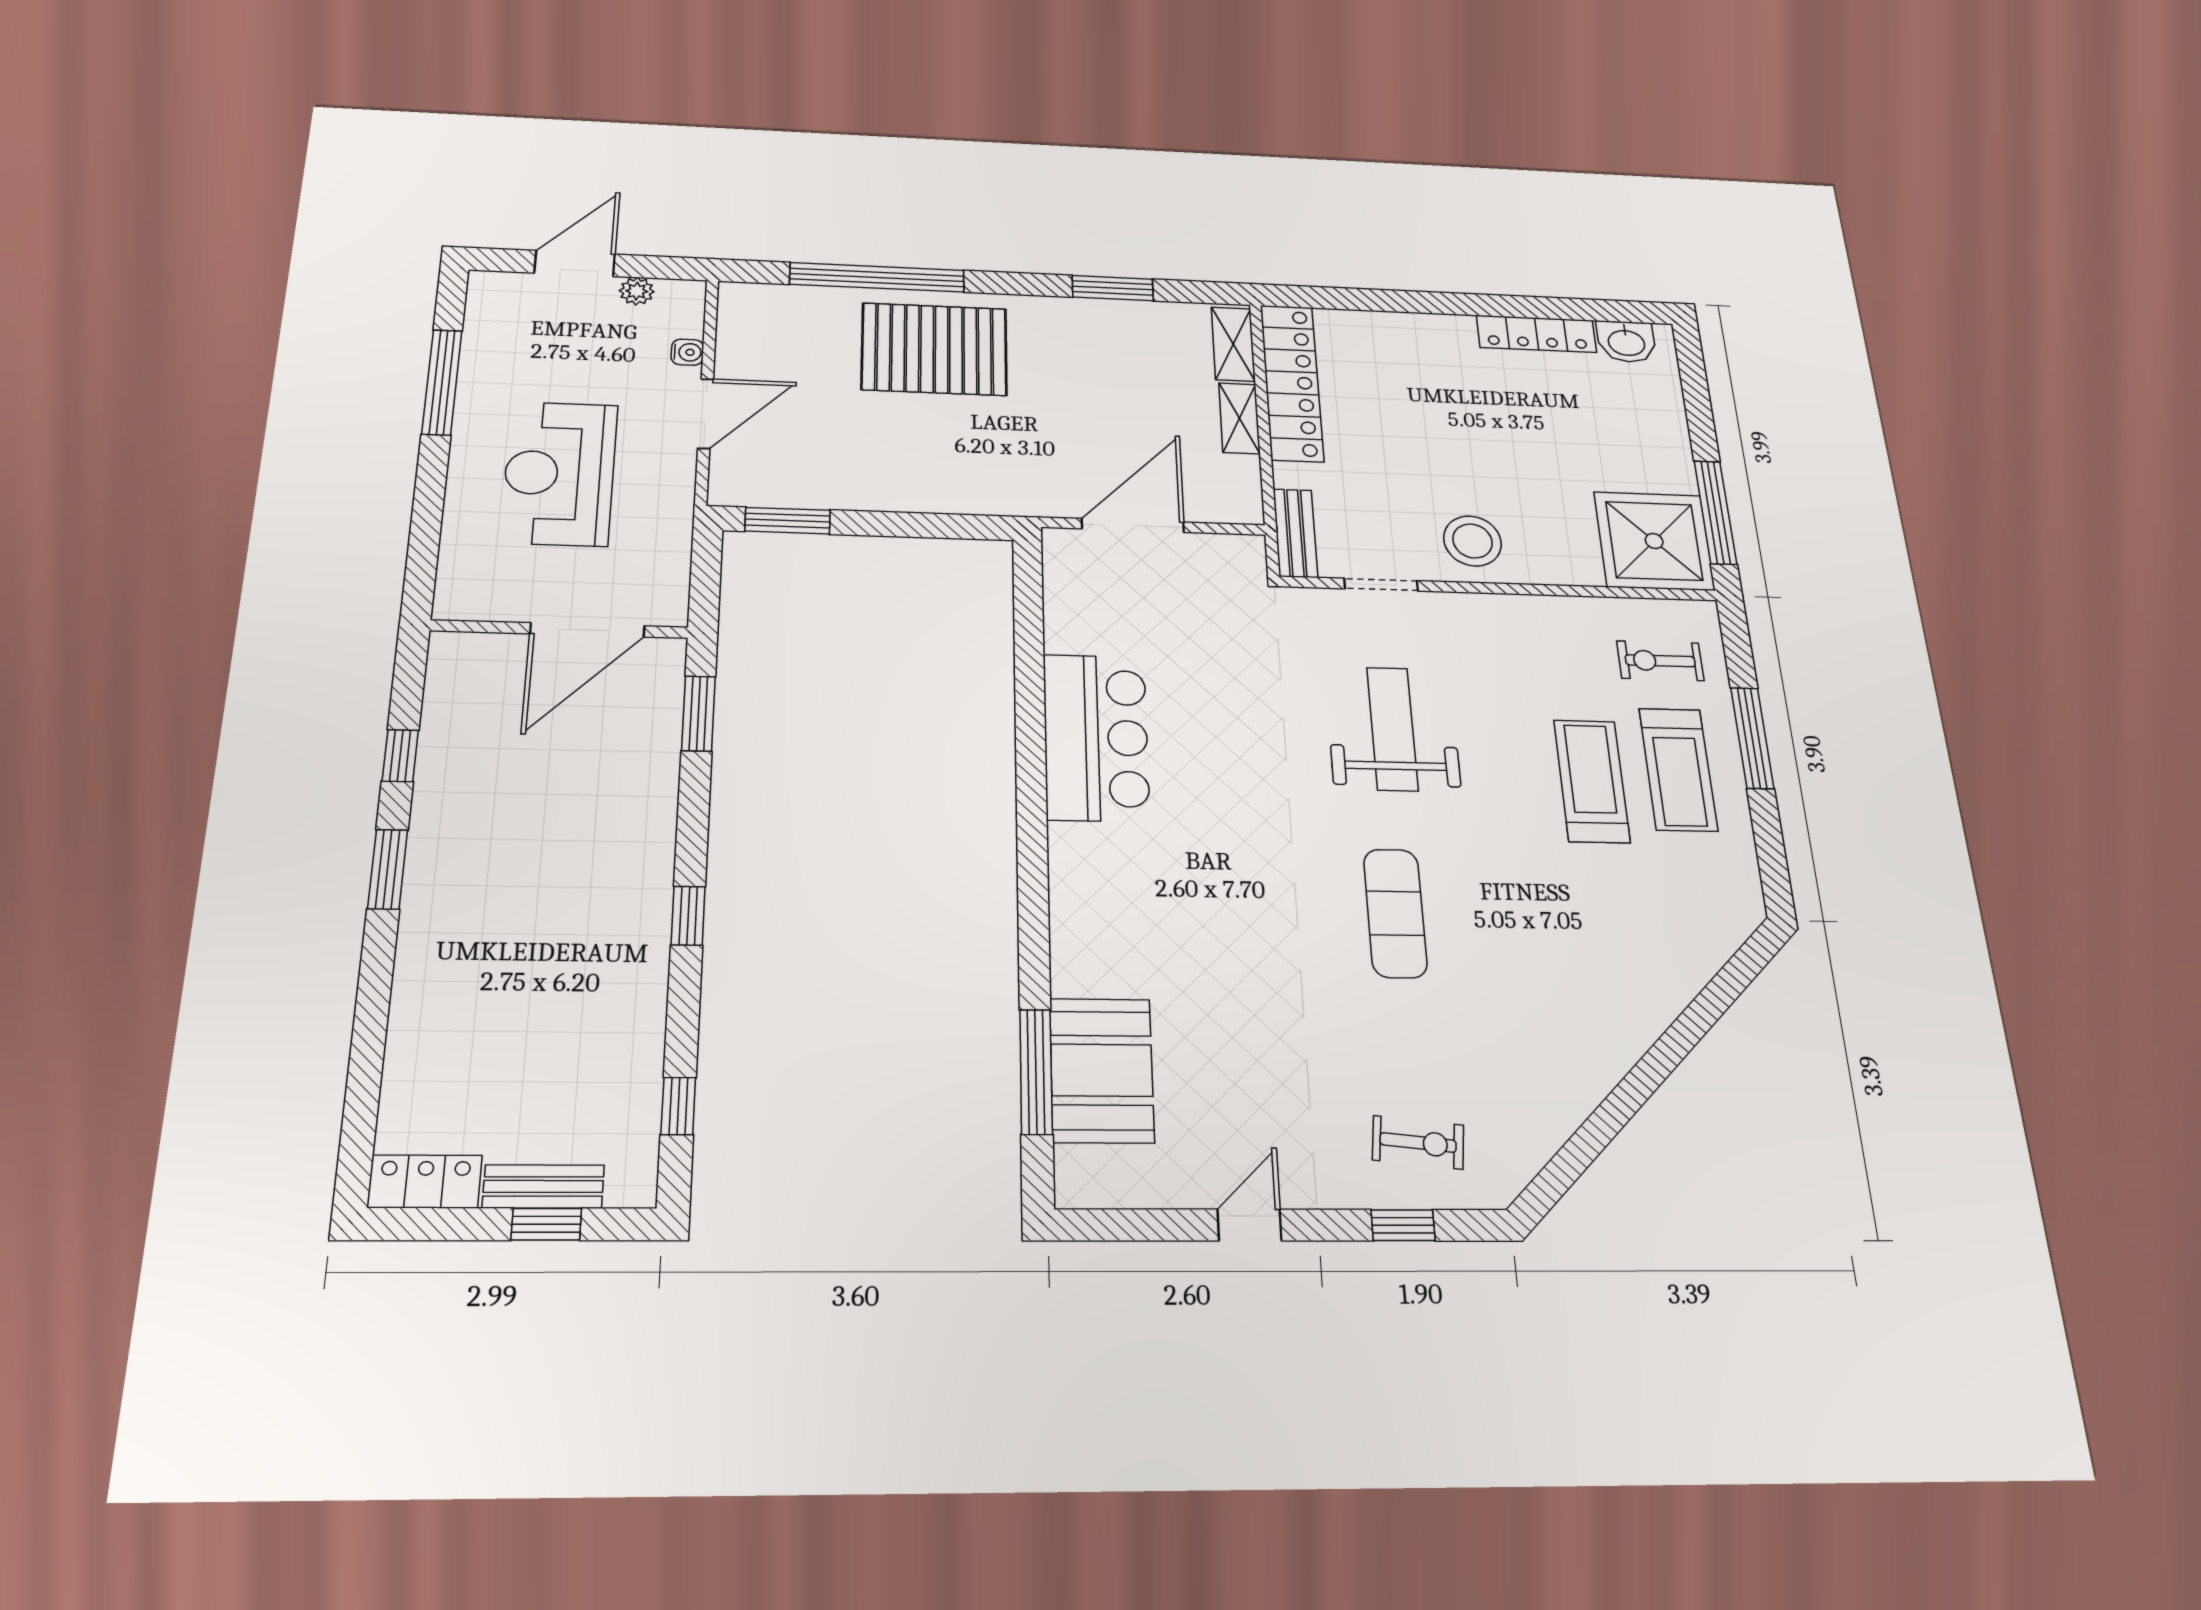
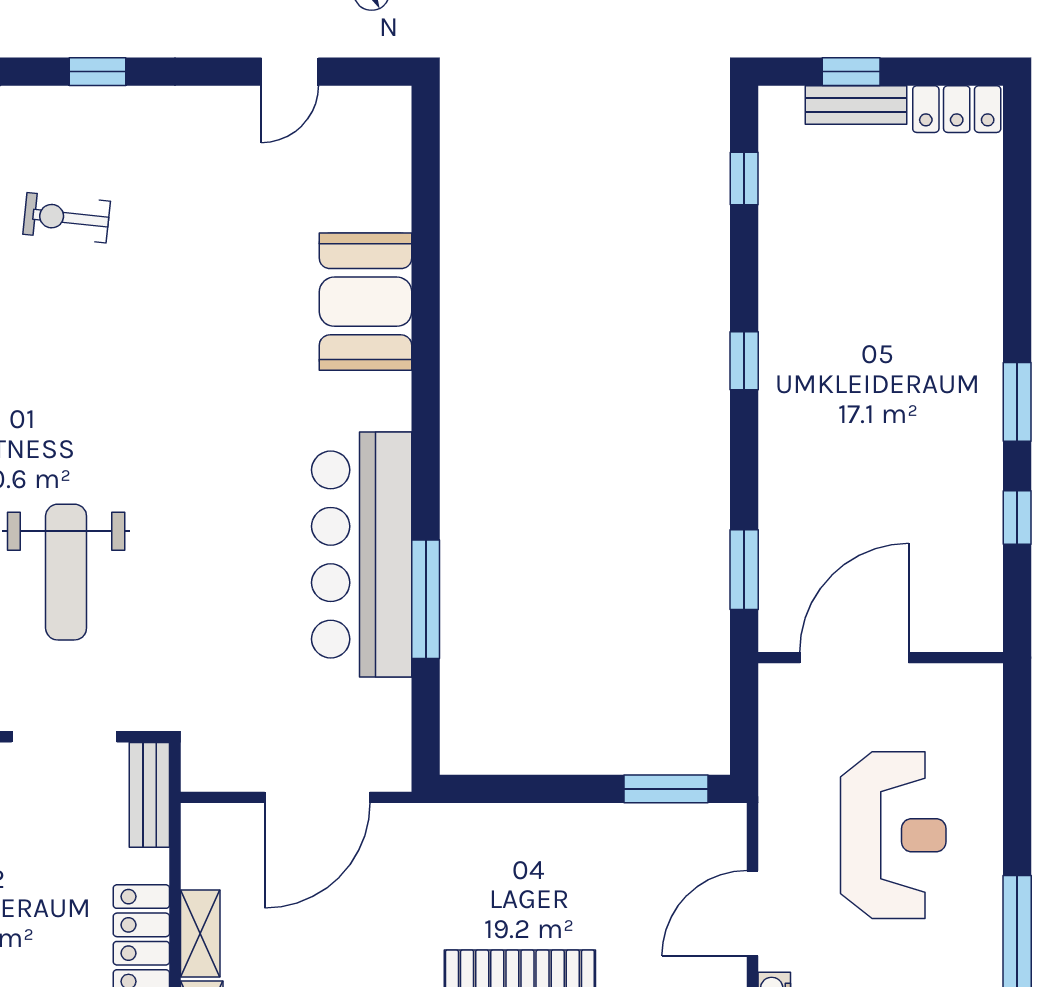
doorway: (1381, 585) -> (64, 737), width x1.38
bar counter: (1096, 737) -> (362, 554), width x1.36
exercise mat: (1395, 913) -> (79, 375), removed
booth: (1102, 1070) -> (366, 302), moved
window: (1036, 1072) -> (426, 599), moved
exercise bike: (1418, 1142) -> (67, 218), moved
door: (1249, 1225) -> (290, 72), moved

